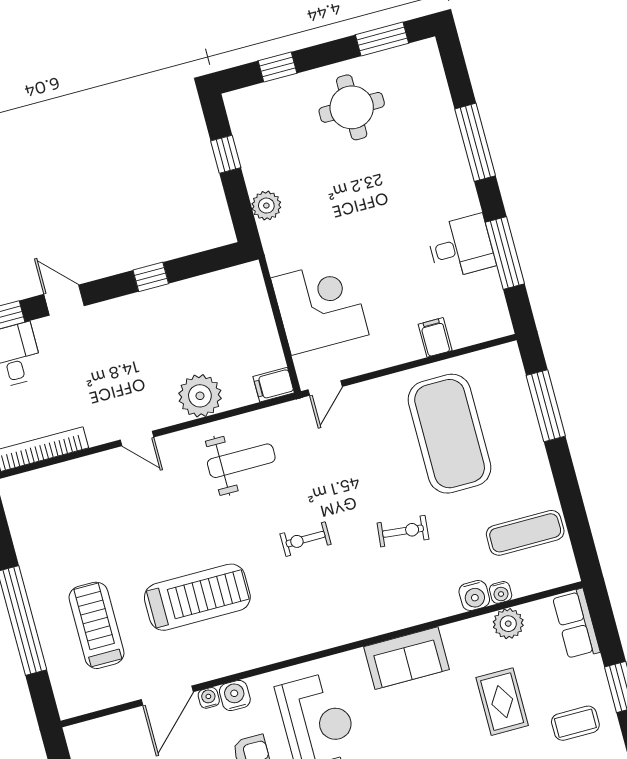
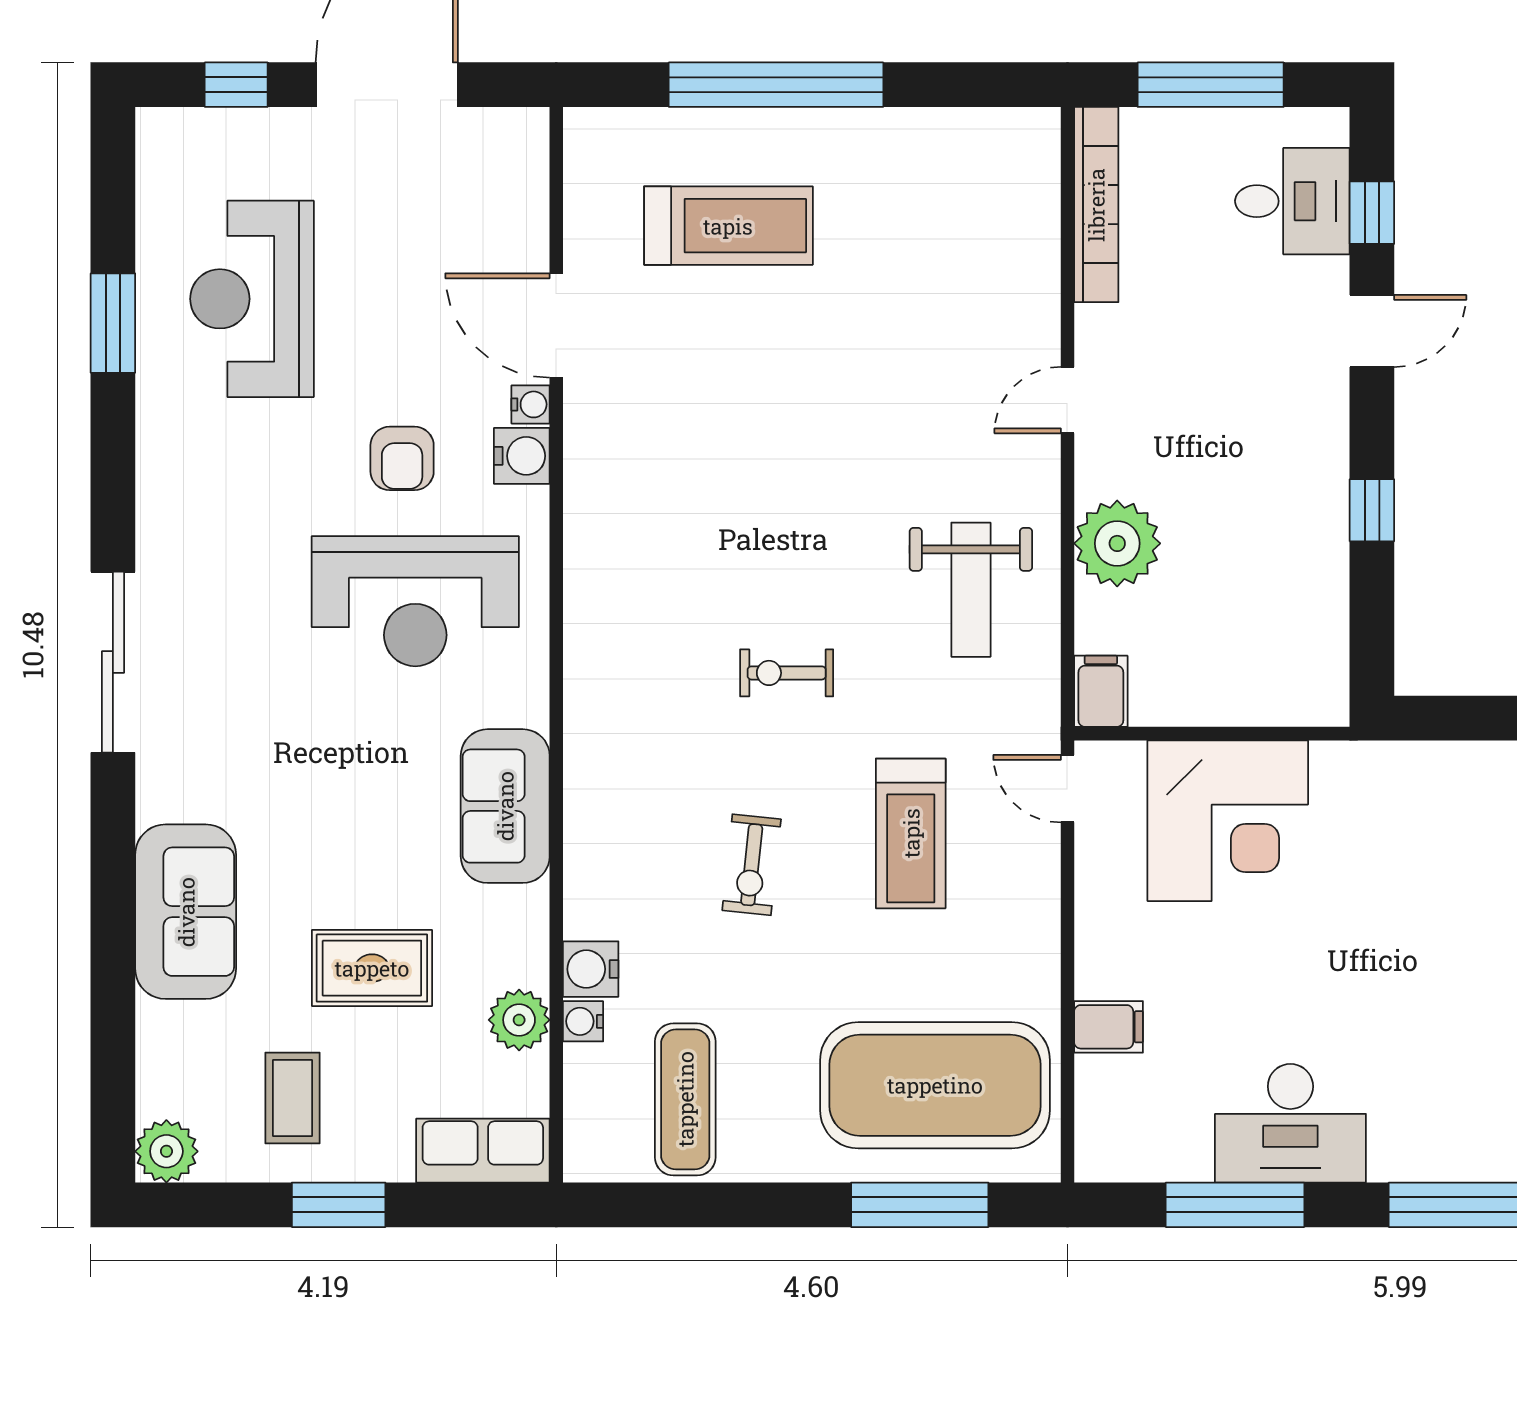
plant: (266, 206) -> (1450, 770), removed
desk: (461, 247) -> (1290, 1123), width x1.37
exercise mat: (450, 434) -> (935, 1085), moved
exercise bike: (306, 539) -> (787, 673), turned -90
treadmill: (197, 597) -> (911, 833), moved, width x0.73, depth x0.73

